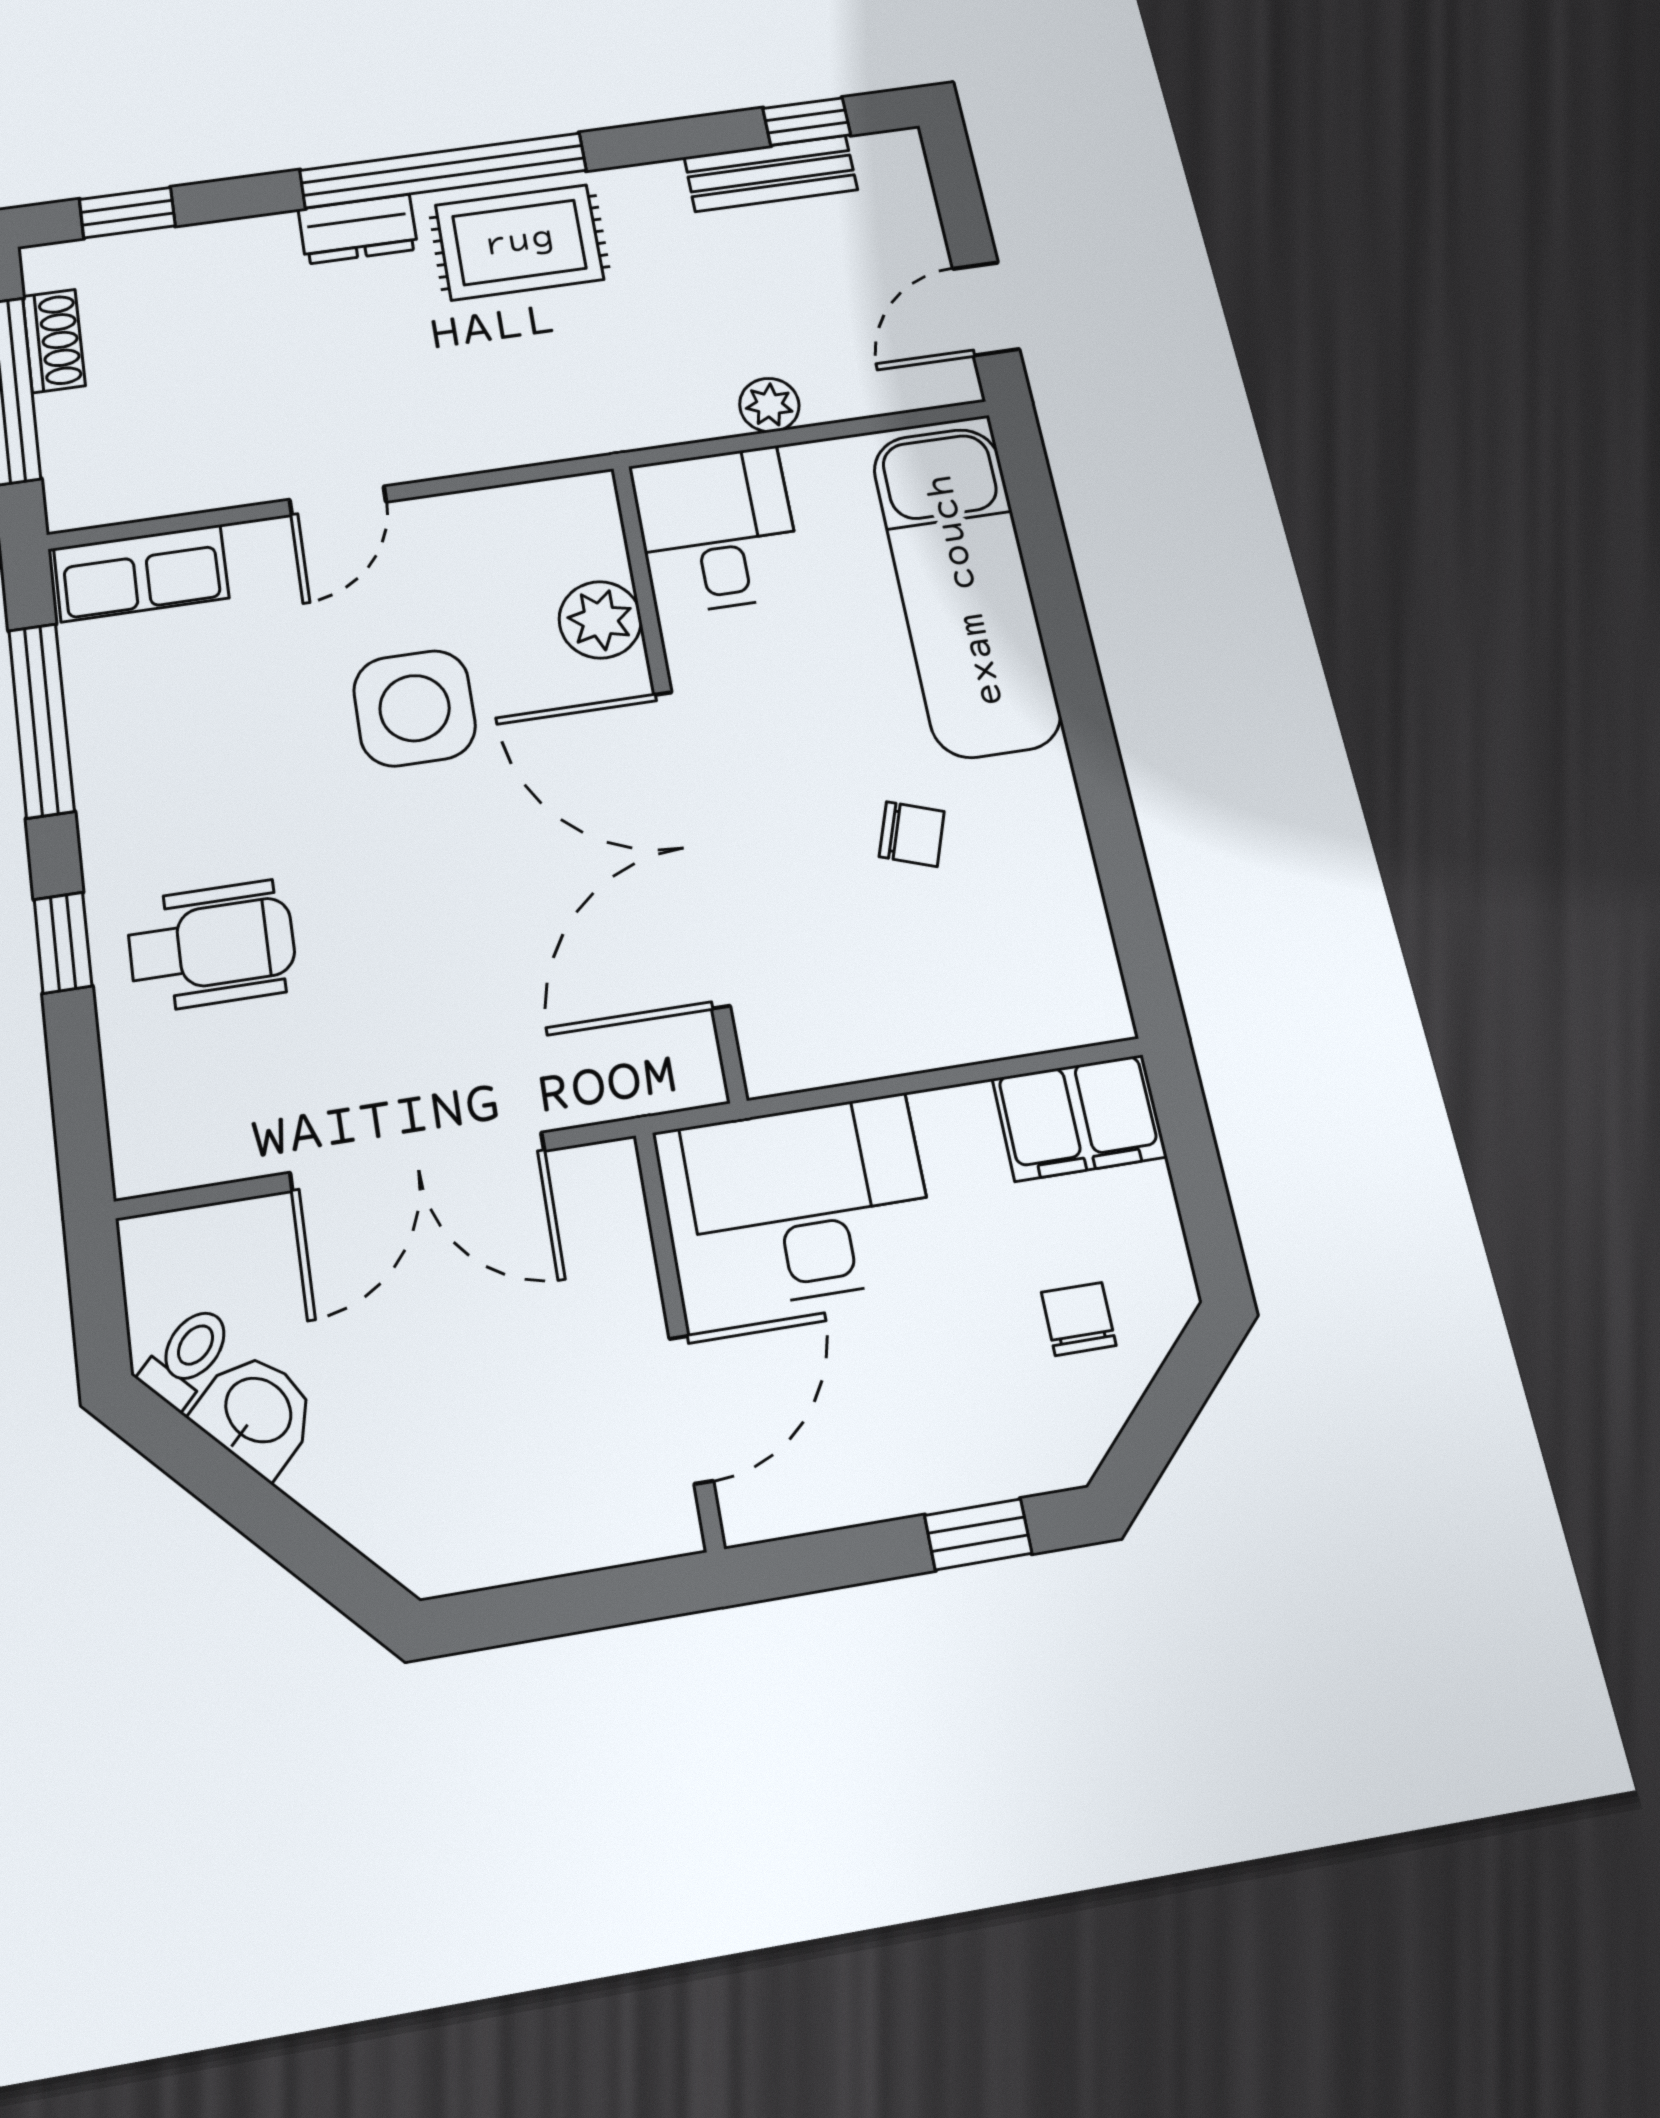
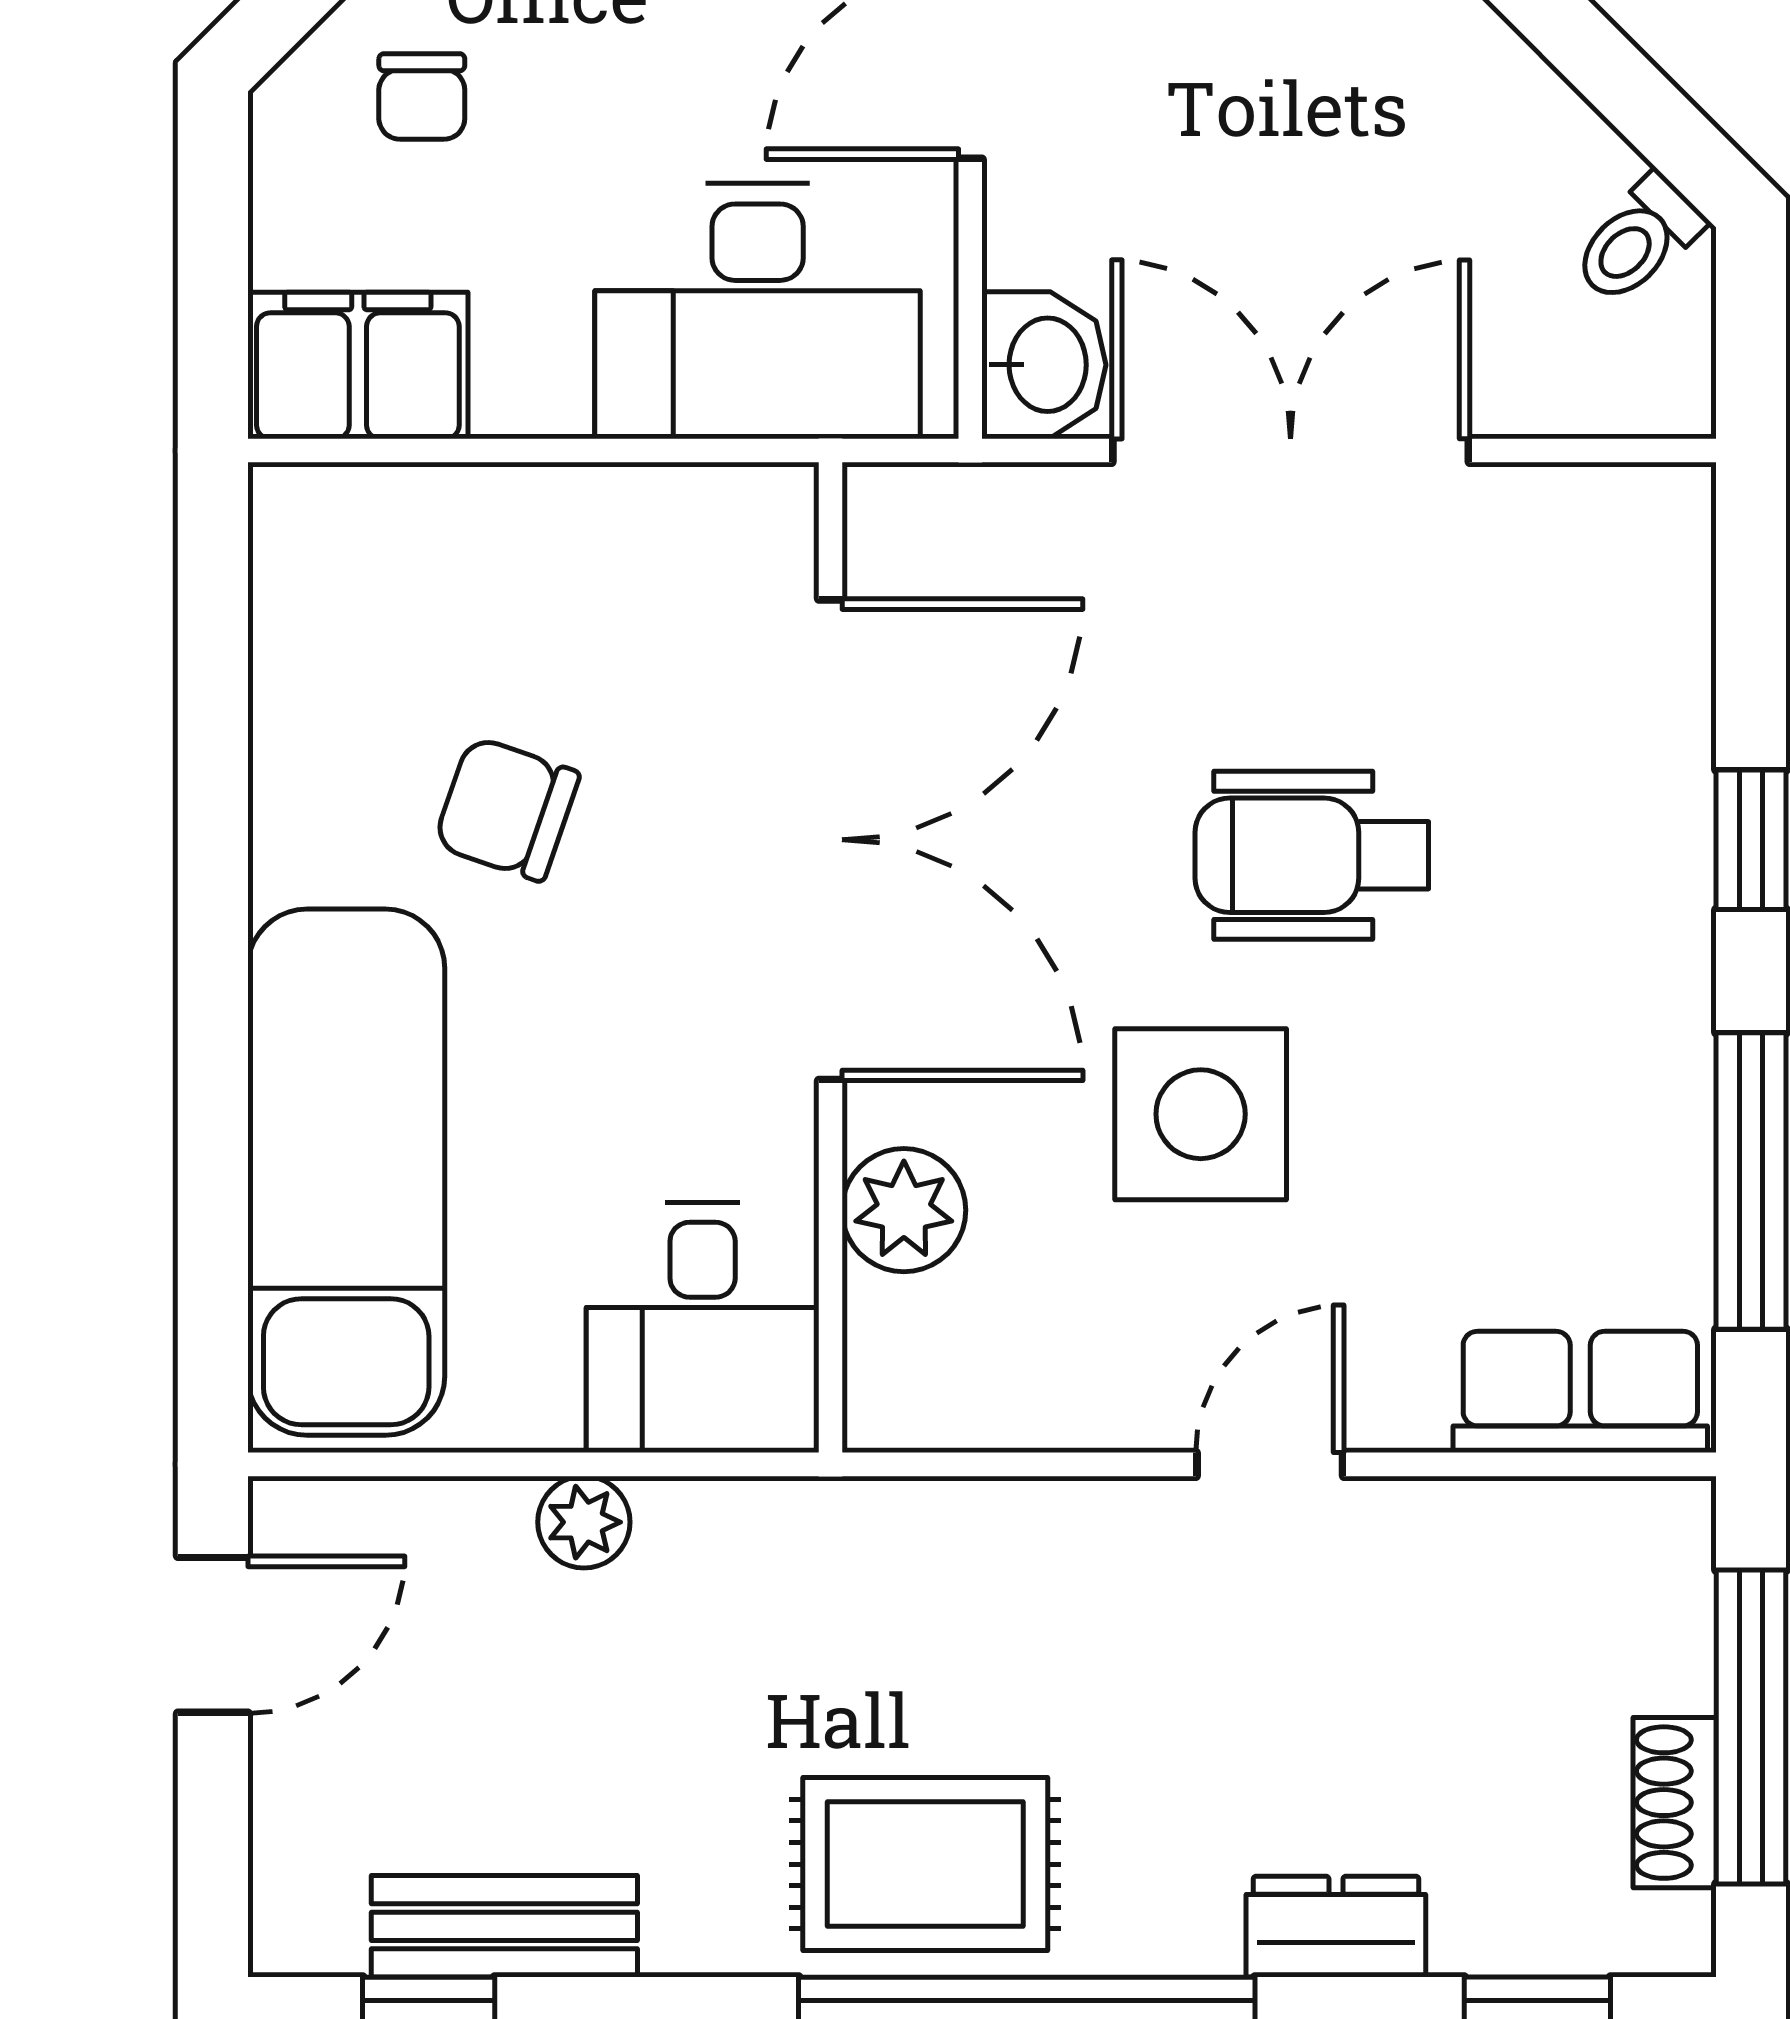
dresser: (358, 229) -> (1336, 1927), moved
chair: (912, 834) -> (507, 809), width x1.37, depth x1.37
wheelchair: (212, 946) -> (1312, 855), moved
washbasin: (257, 1412) -> (1044, 365), moved, turned -135

